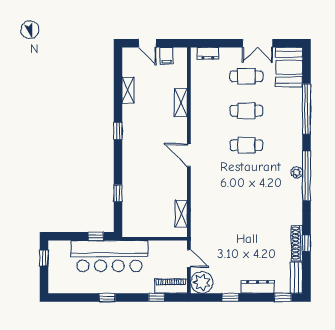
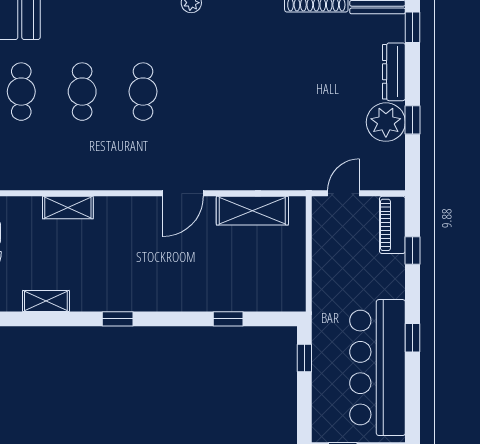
door: (189, 155) -> (183, 193), moved
shelving: (181, 214) -> (252, 211), width x1.50, depth x1.33
bar counter: (109, 256) -> (378, 368), moved, turned 180
plant: (202, 282) -> (386, 122), moved

